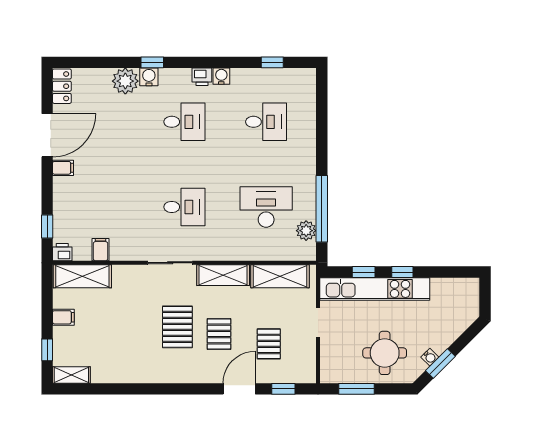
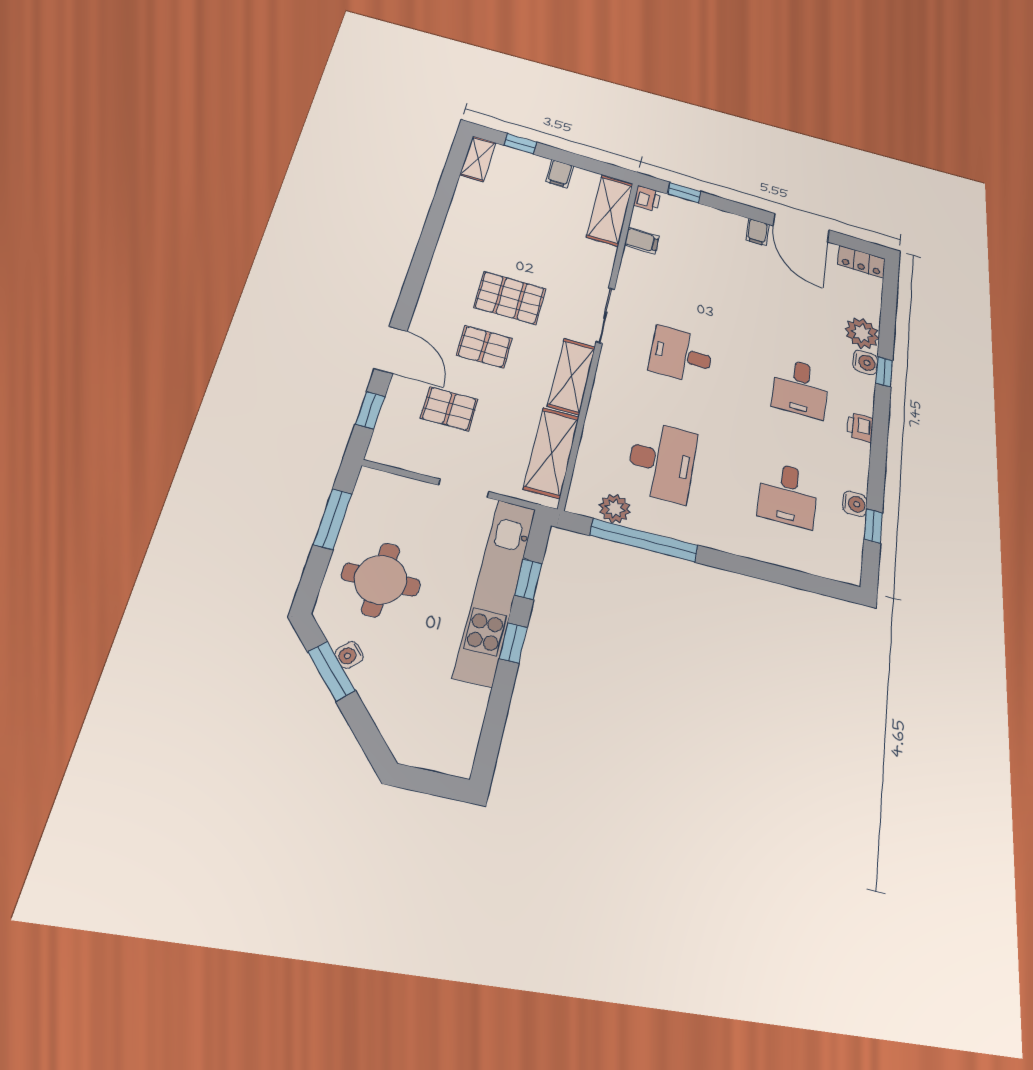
water cooler: (221, 76) -> (855, 504), moved
desk: (184, 207) -> (681, 355), turned 90

